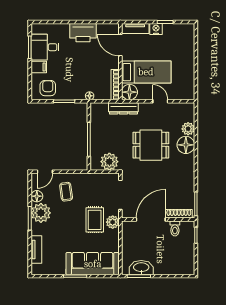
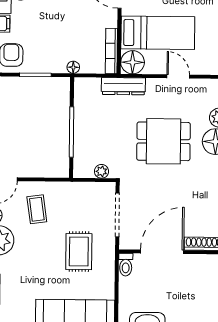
plant: (109, 162) -> (101, 171), width x0.53, depth x0.53
plant: (113, 222) -> (105, 255), removed
toilet: (175, 228) -> (126, 265), moved

